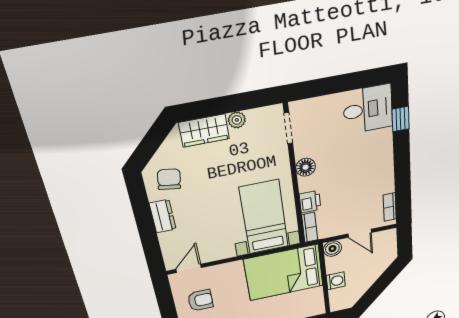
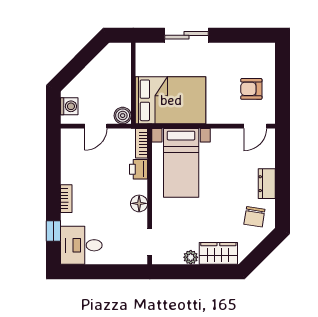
bookcase: (390, 207) -> (66, 199), moved
door: (360, 233) -> (96, 126), swing flipped
washing machine: (336, 281) -> (69, 106), moved, turned 180

